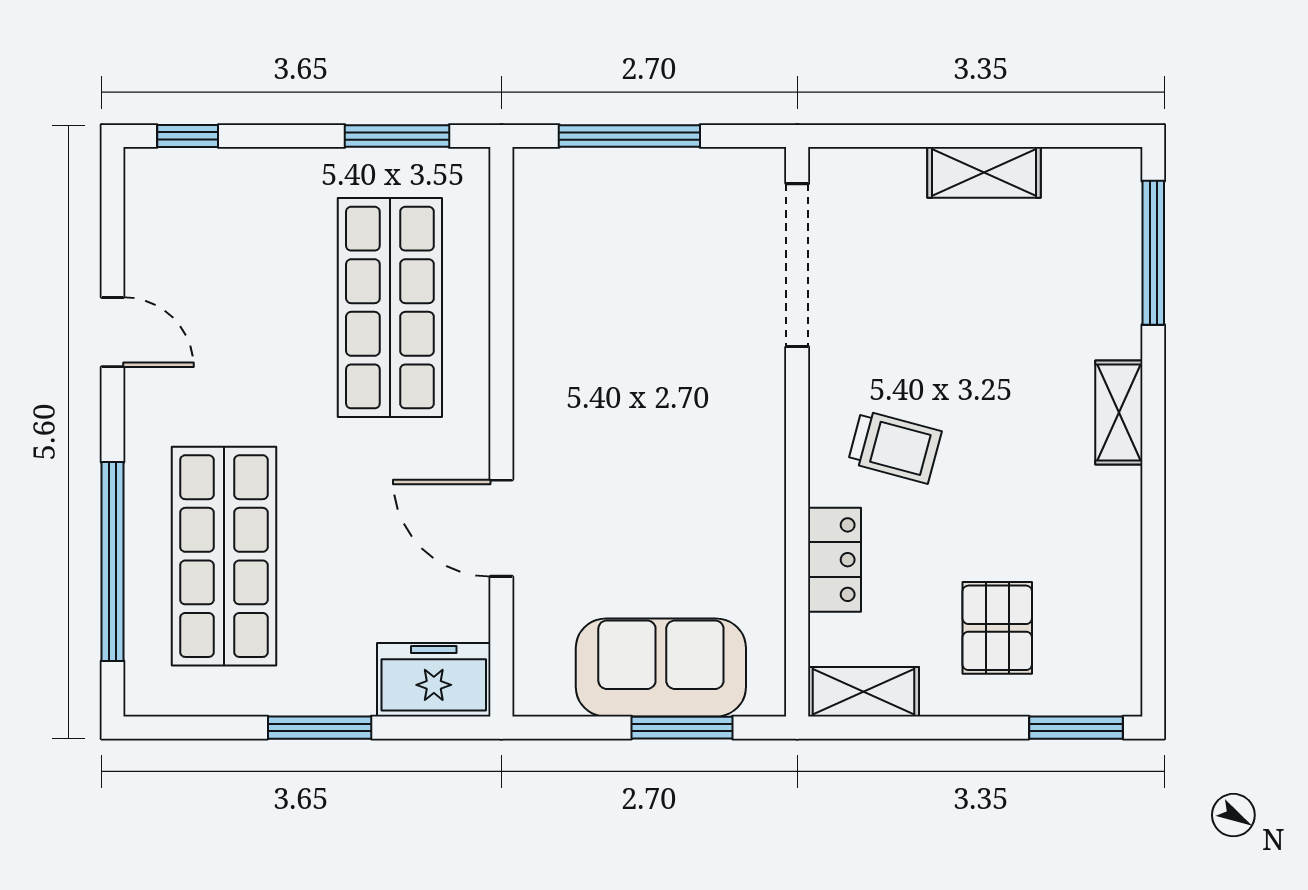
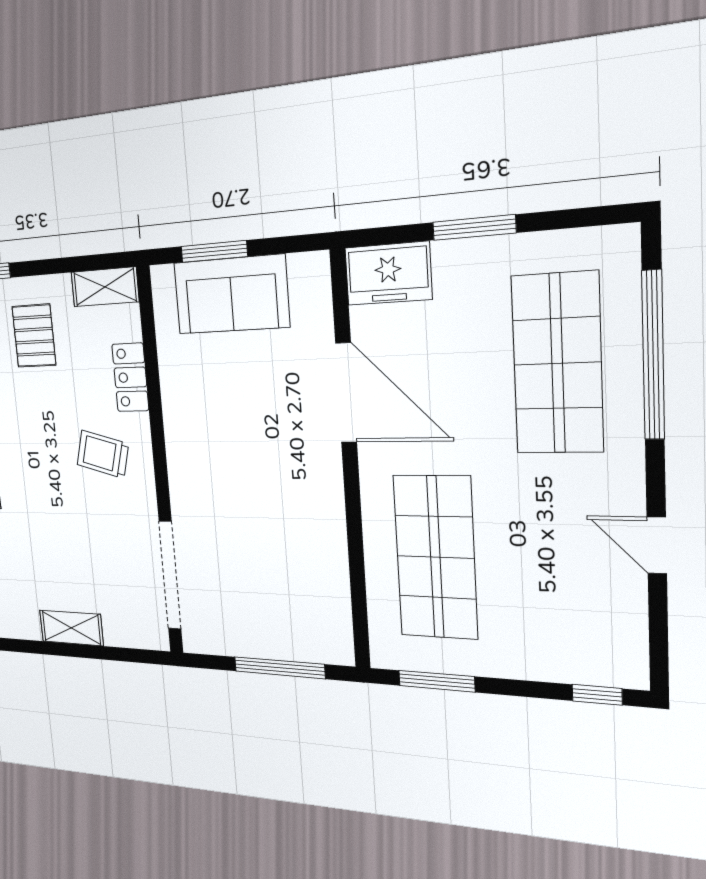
door: (501, 528) -> (346, 393), width x1.36

